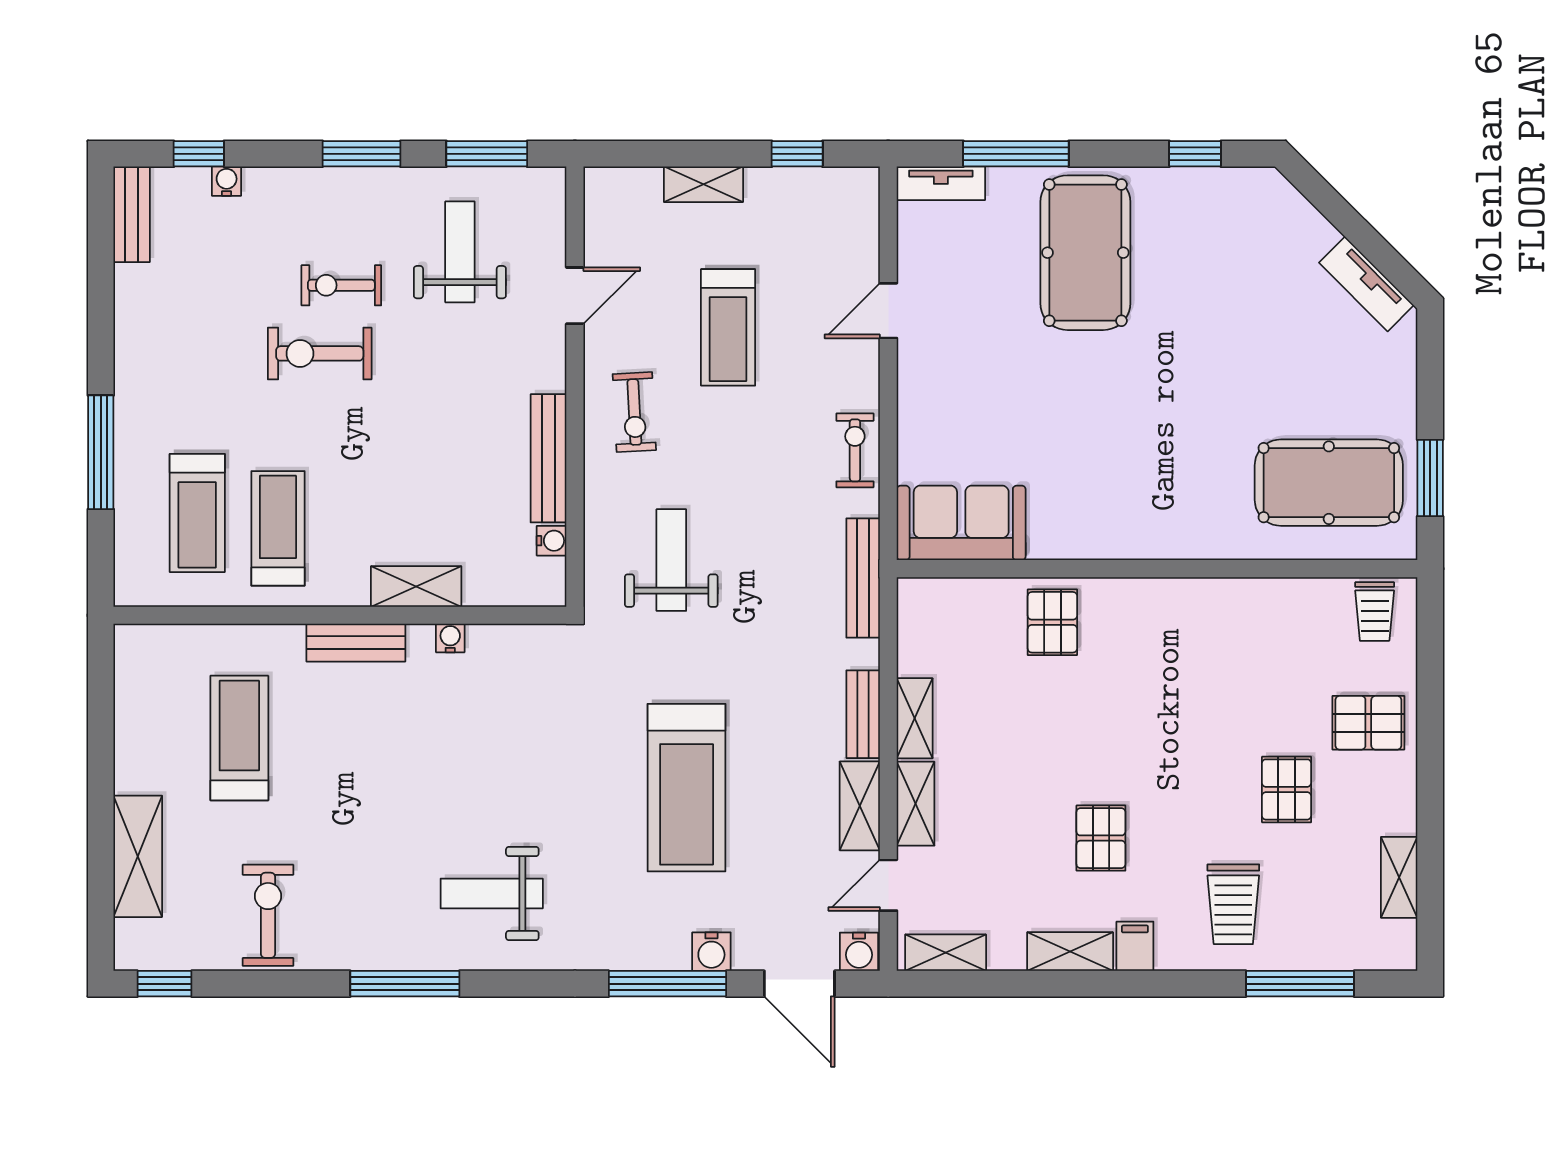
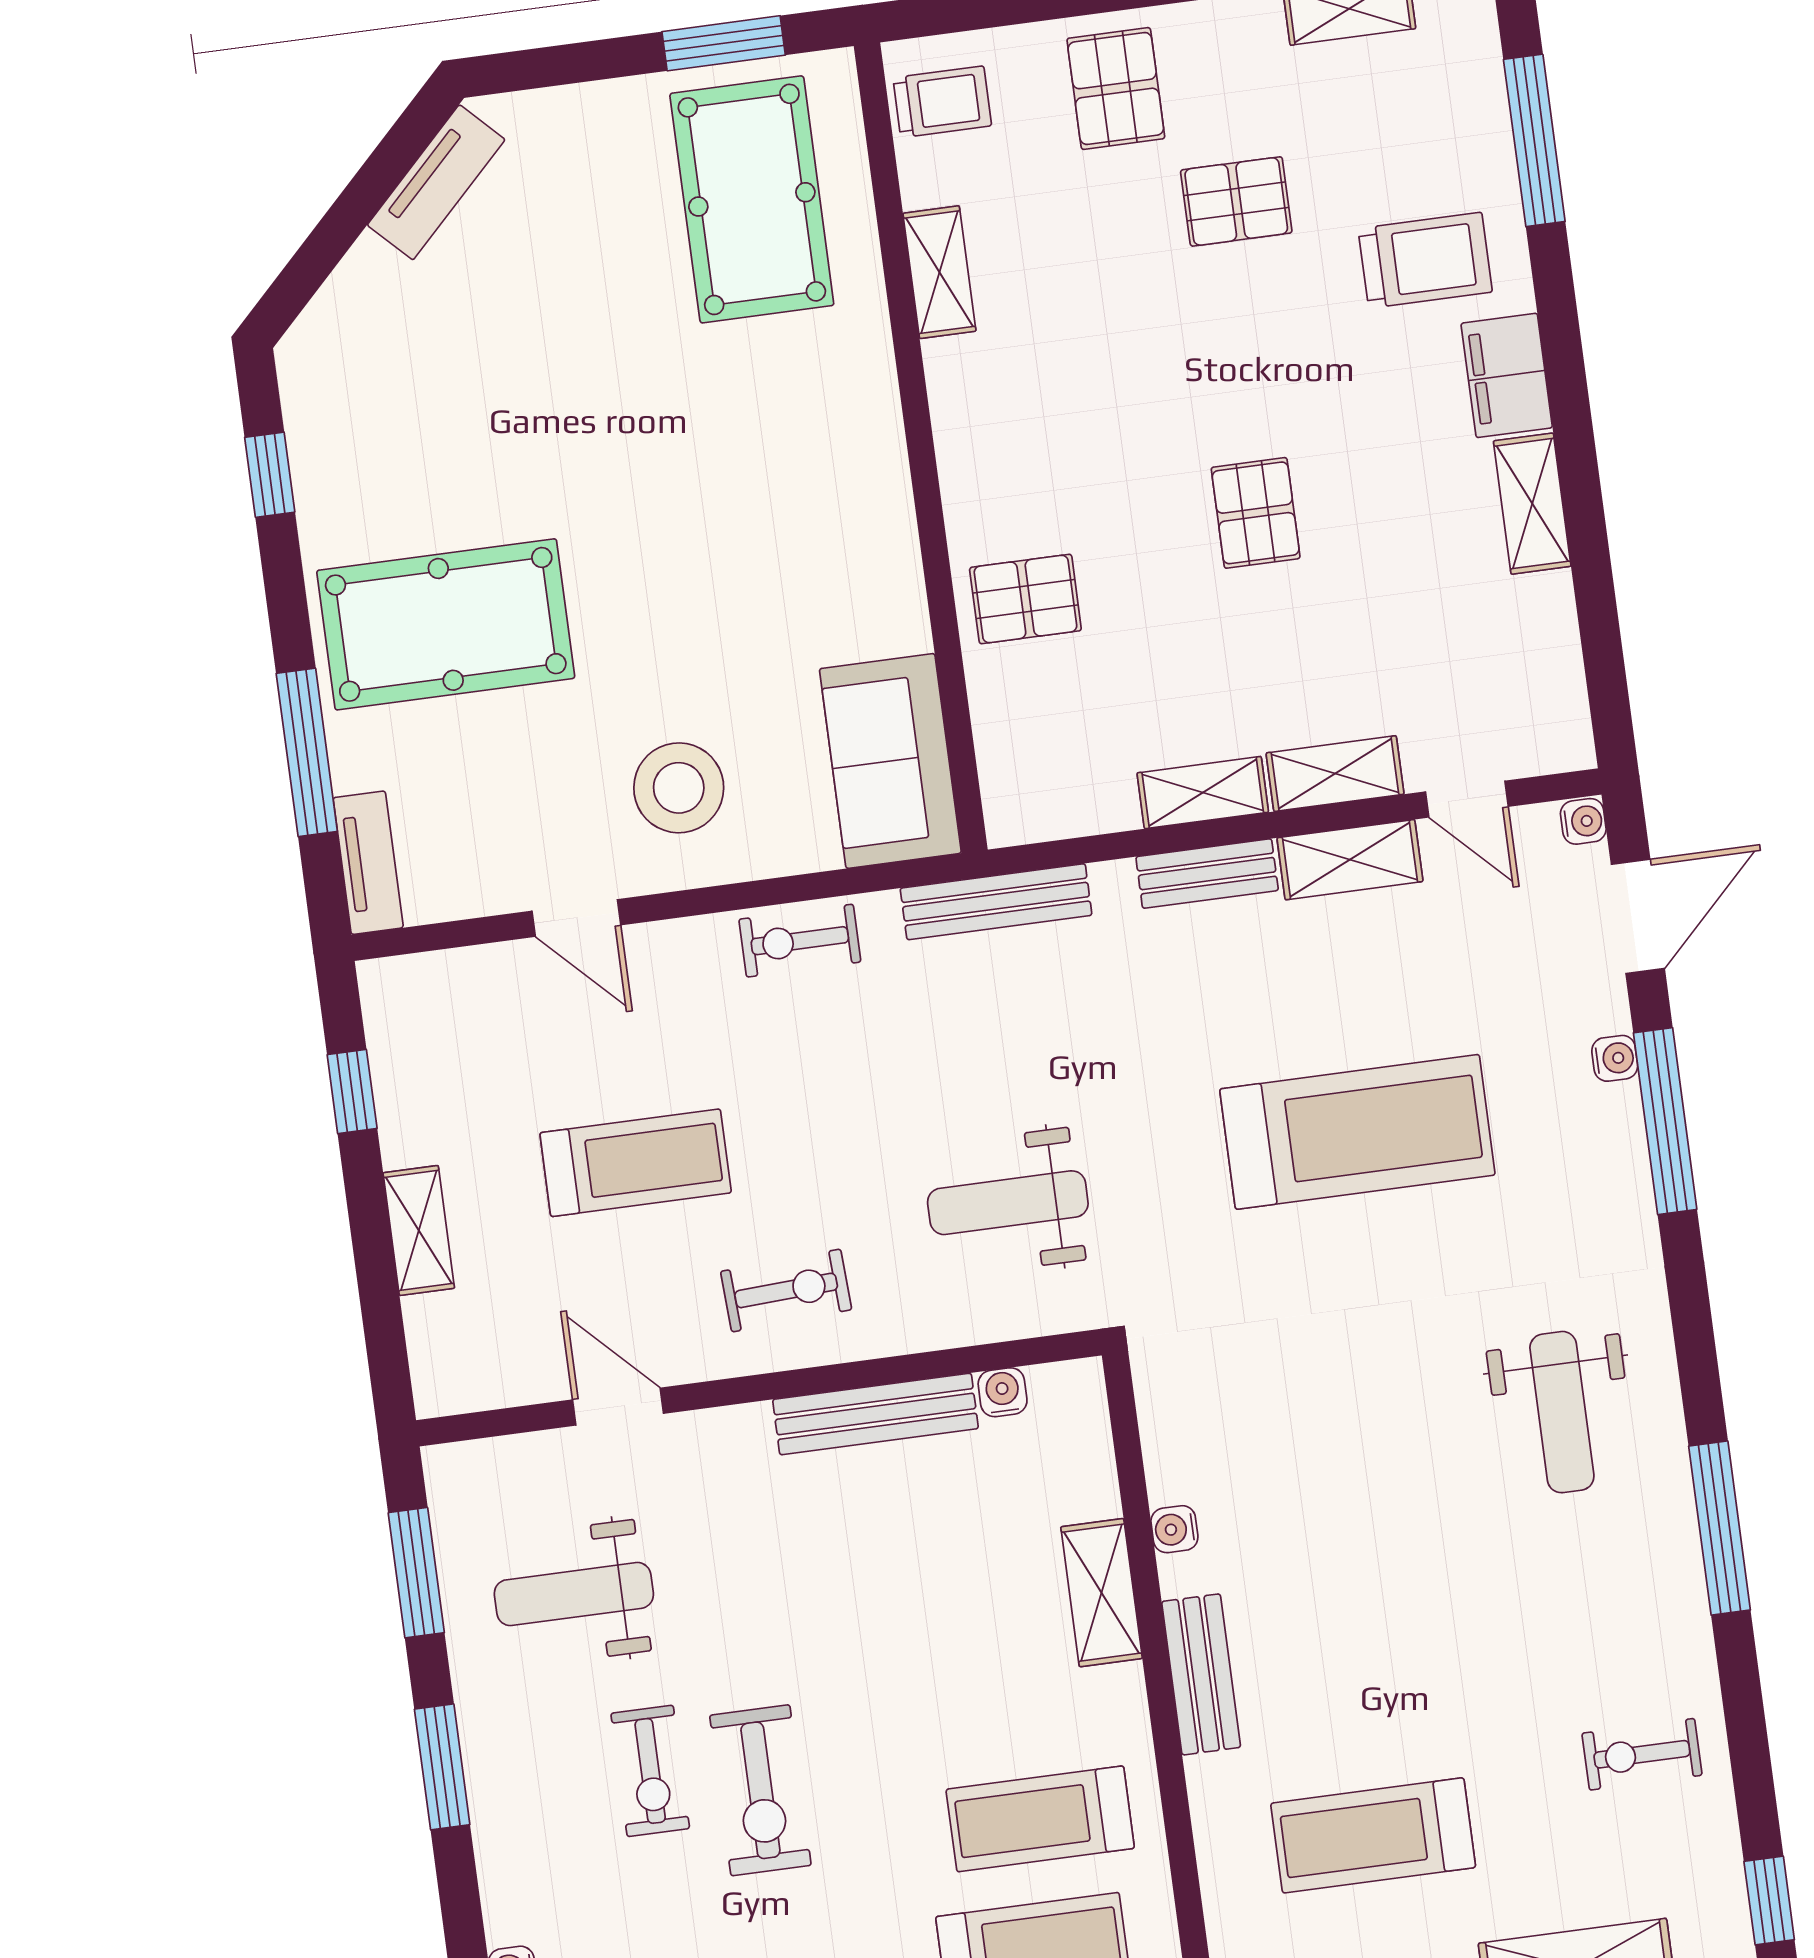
stool: (962, 387) -> (679, 788), added
pallet: (1101, 838) -> (1256, 513), moved, turned 90
exercise bike: (268, 915) -> (1642, 1754), width x0.73, depth x0.72
filing cabinet: (1135, 946) -> (1507, 375), width x2.00
water cooler: (711, 952) -> (1615, 1058), width x0.72, depth x0.72
water cooler: (859, 952) -> (1583, 821), width x0.72, depth x0.72
shelving: (946, 953) -> (939, 272), moved

